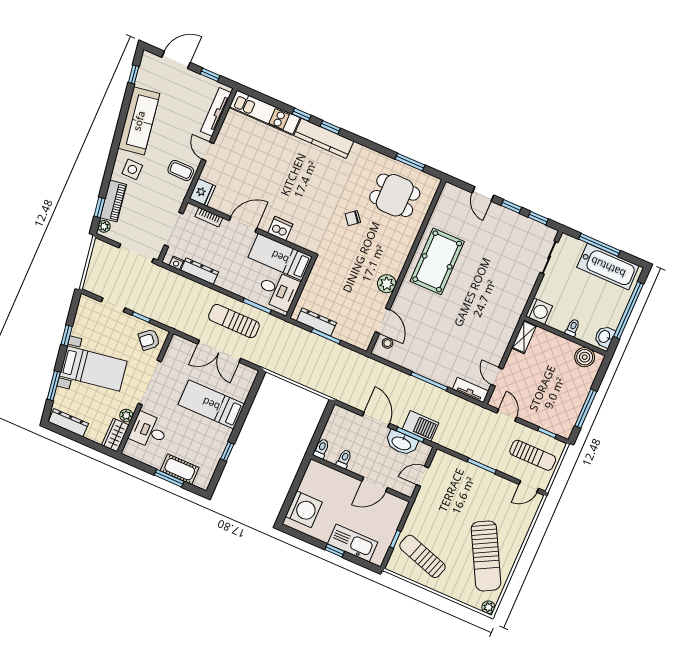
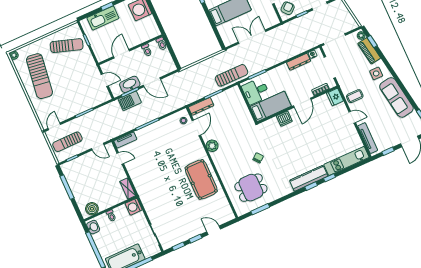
sun lounger: (234, 321) -> (231, 75), moved
door: (383, 321) -> (196, 128), swing flipped
dresser: (316, 322) -> (201, 106), moved
door: (423, 476) -> (105, 80), hinge flipped
sun lounger: (486, 556) -> (39, 76), turned -144

